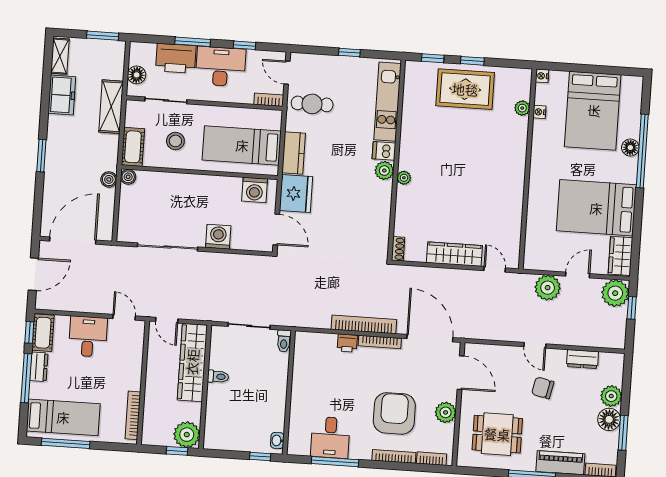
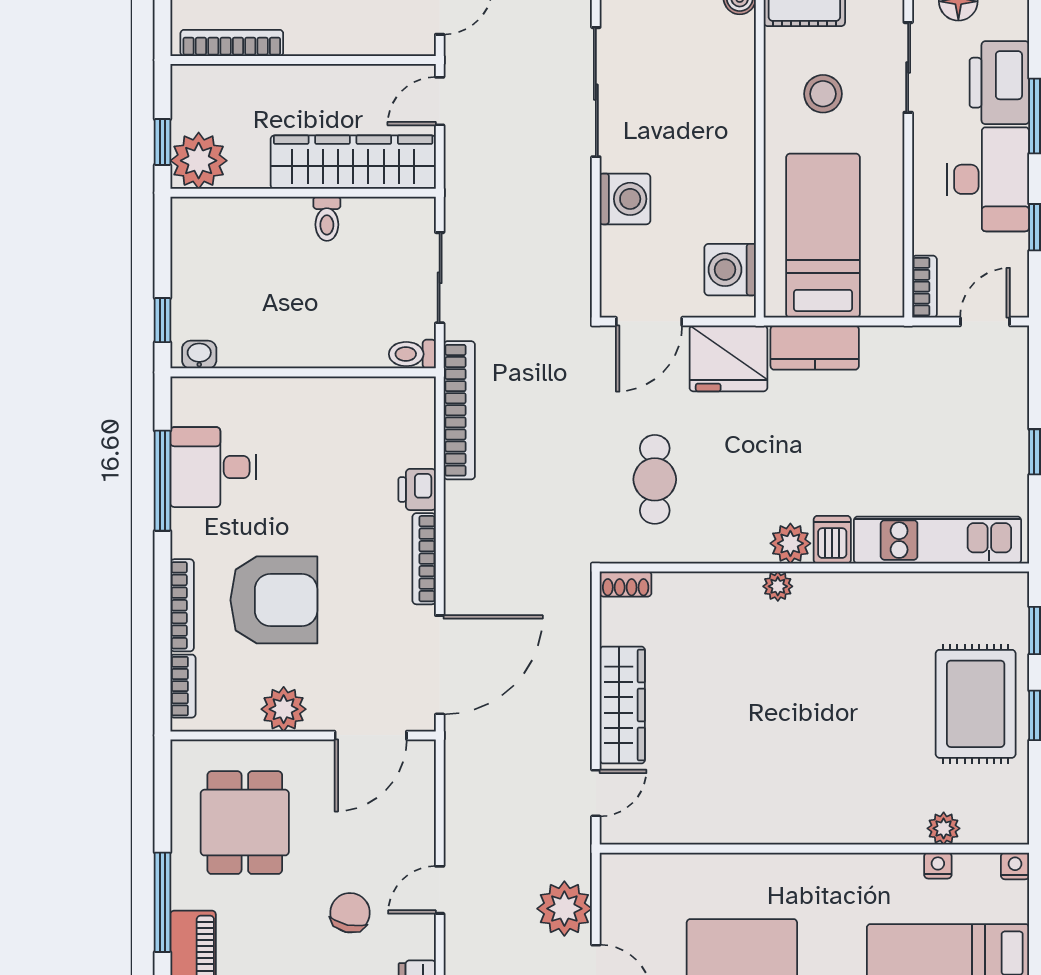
cafe table: (312, 104) -> (655, 479), moved
bookcase: (364, 324) -> (459, 410), moved

